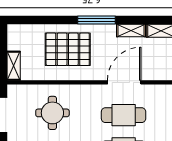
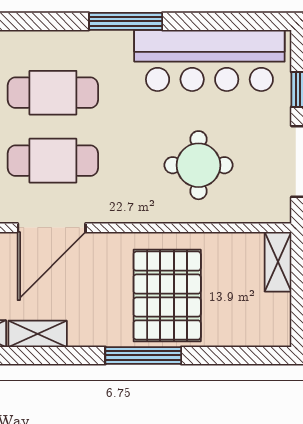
window: (97, 20) -> (143, 355), moved
pallet: (68, 49) -> (167, 296), turned 90

